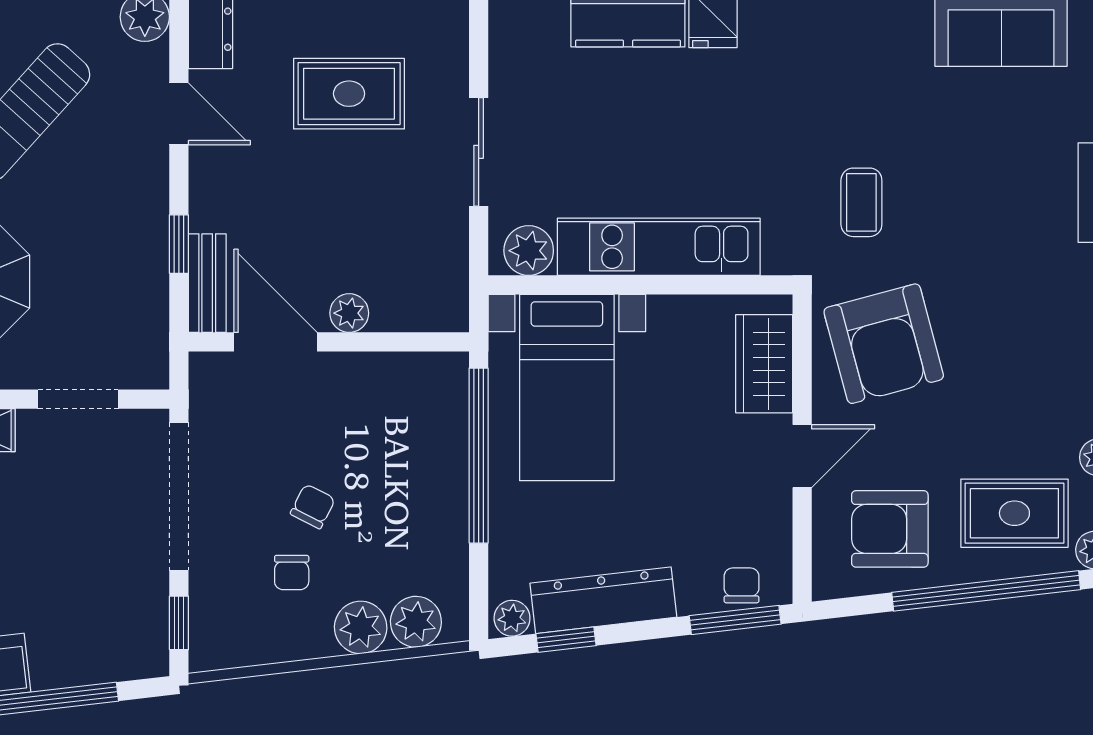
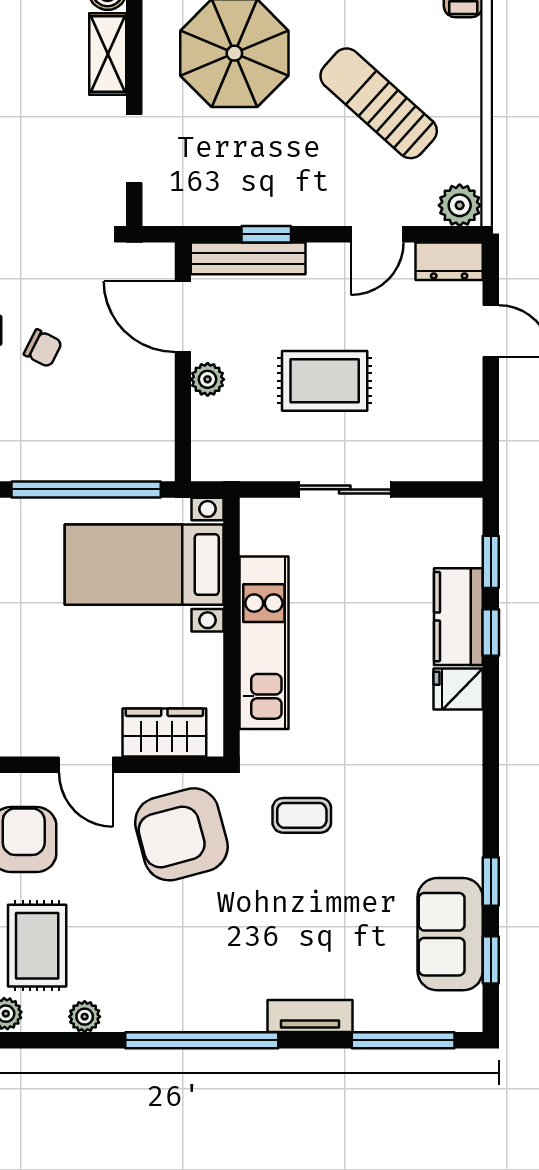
rug: (349, 94) -> (325, 381), moved, turned 90
plant: (529, 251) -> (261, 532), removed
bench: (207, 283) -> (248, 258), width x1.36
door: (276, 342) -> (183, 317), swing flipped

